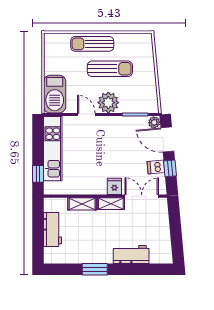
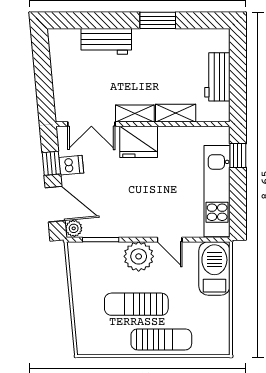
fridge: (114, 186) -> (139, 142), width x1.88, depth x1.34

